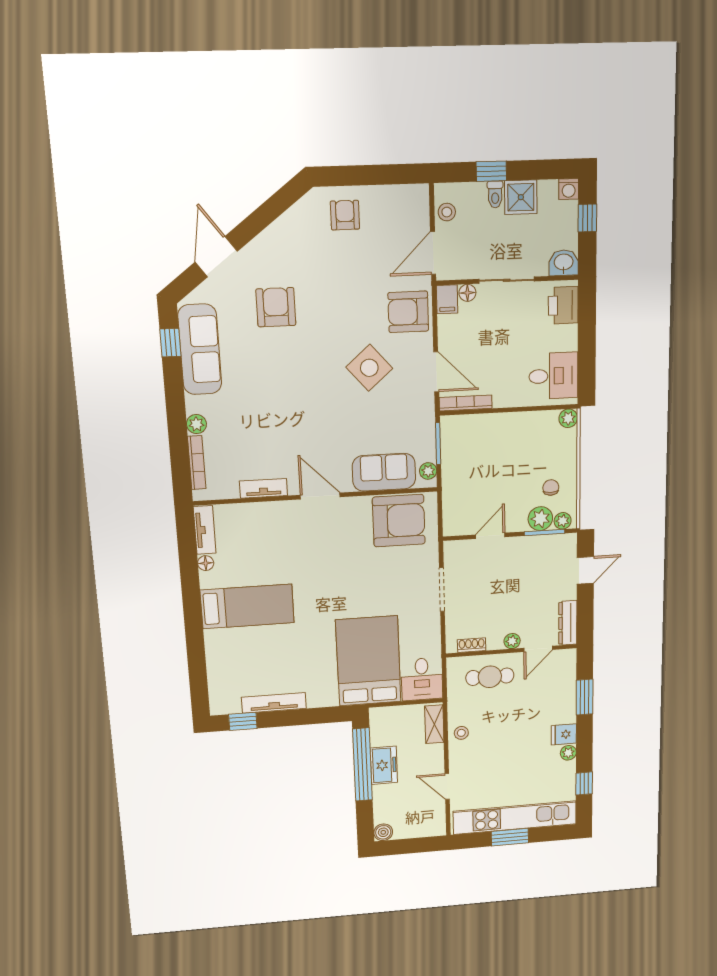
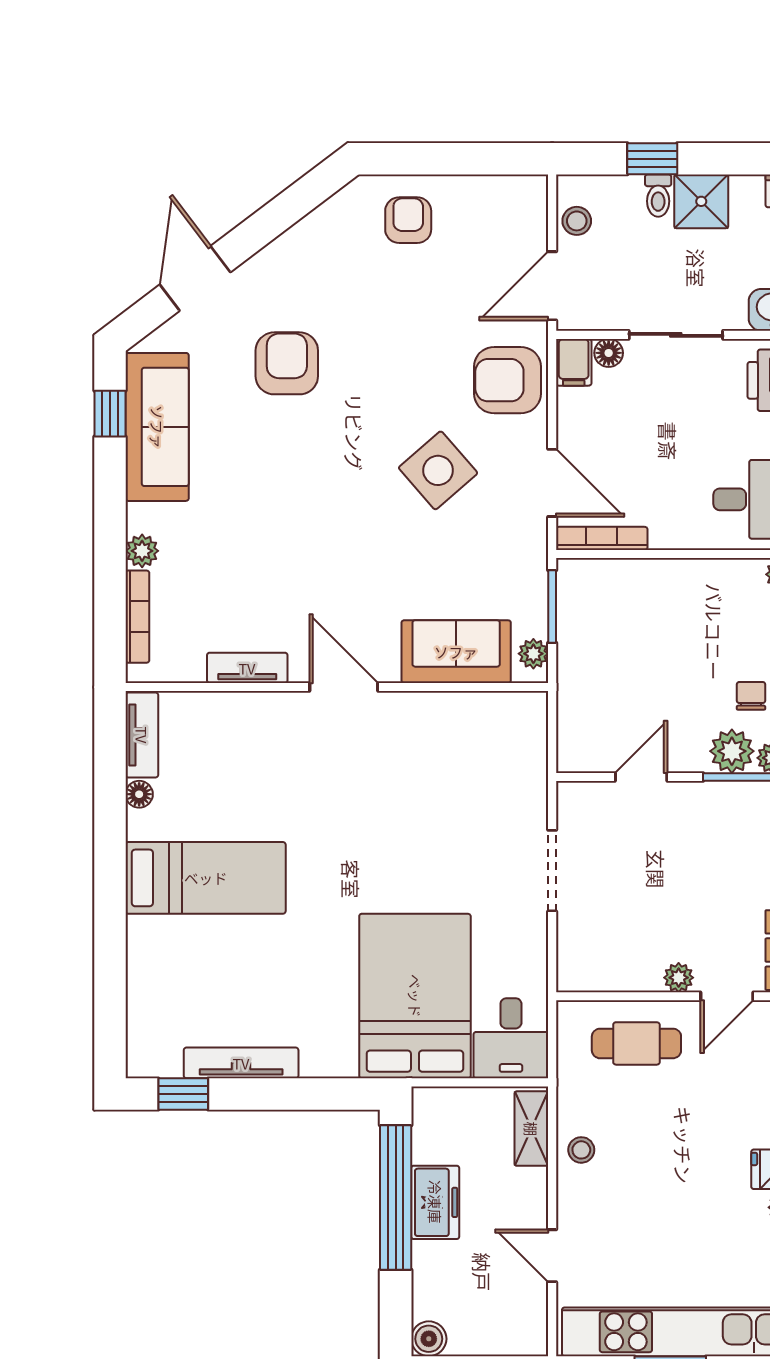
armchair: (399, 521) -> (479, 739), removed
shoe rack: (472, 645) -> (604, 980), removed

